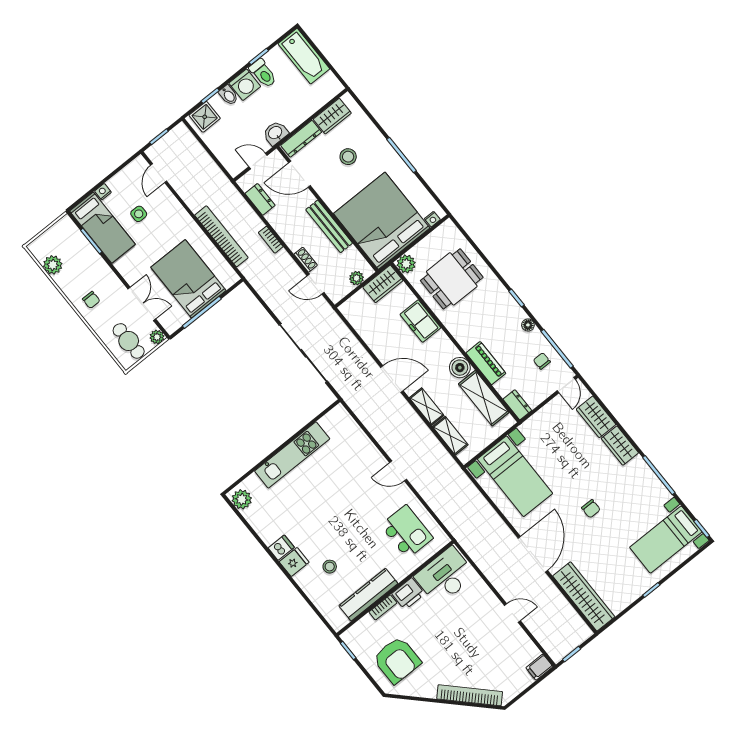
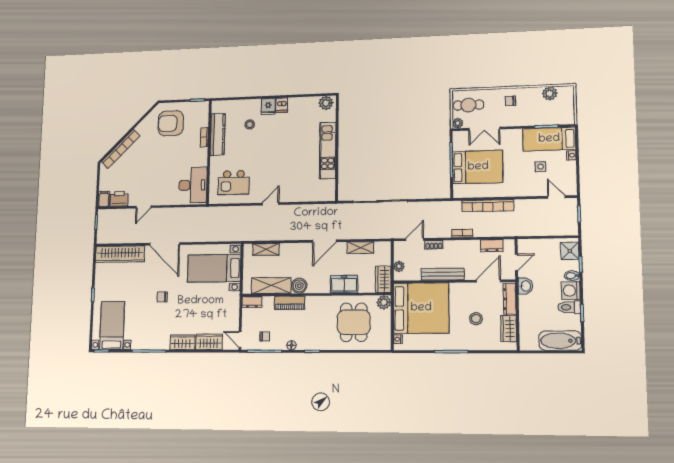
shelving: (427, 407) -> (361, 248), moved
printer: (408, 594) -> (119, 199), moved, turned 90

